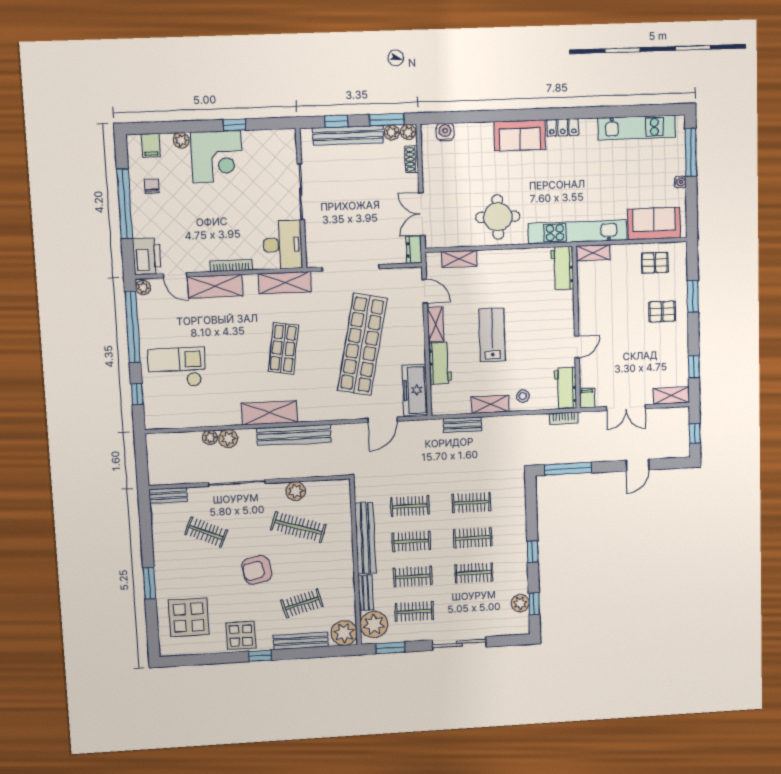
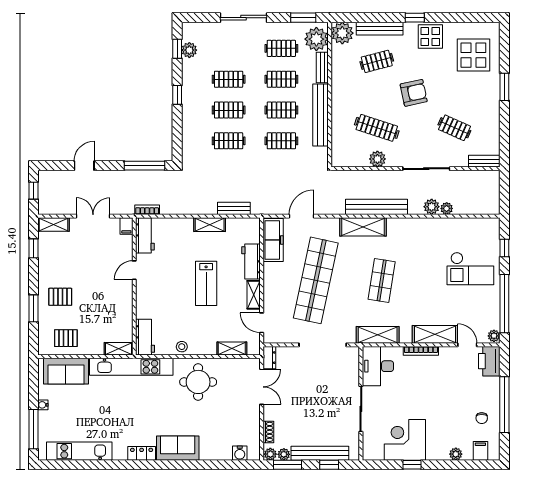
corner desk: (217, 157) -> (405, 440), moved
stool: (523, 396) -> (182, 347), moved
shelving: (269, 413) -> (363, 227), moved

